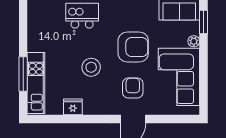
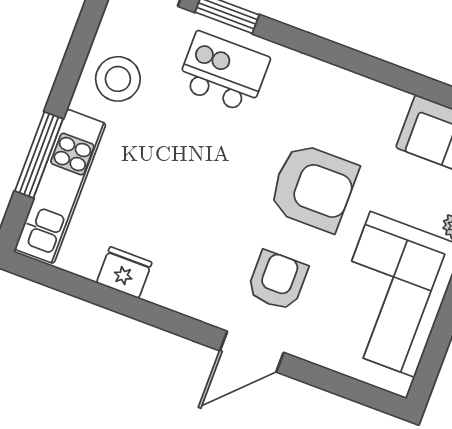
stool: (91, 67) -> (118, 79), moved

